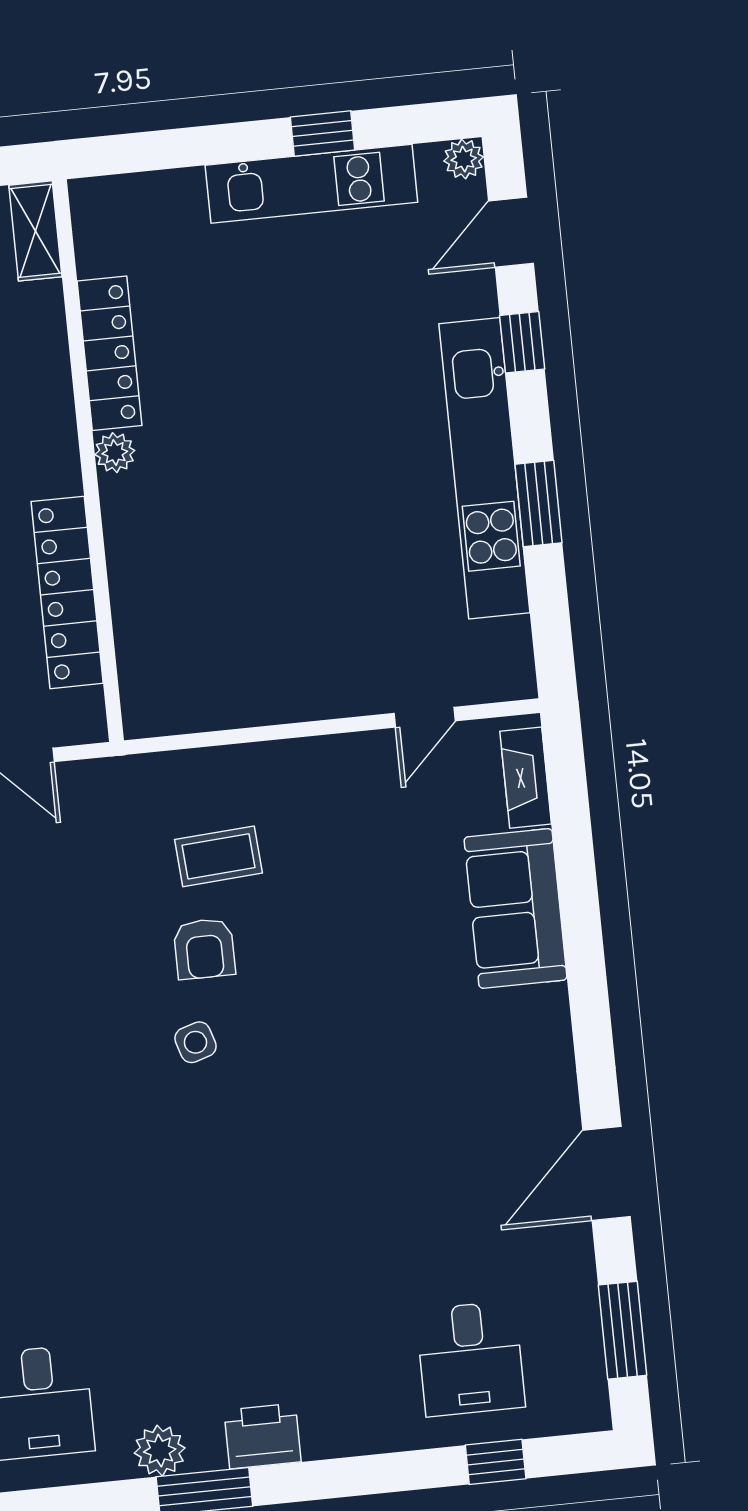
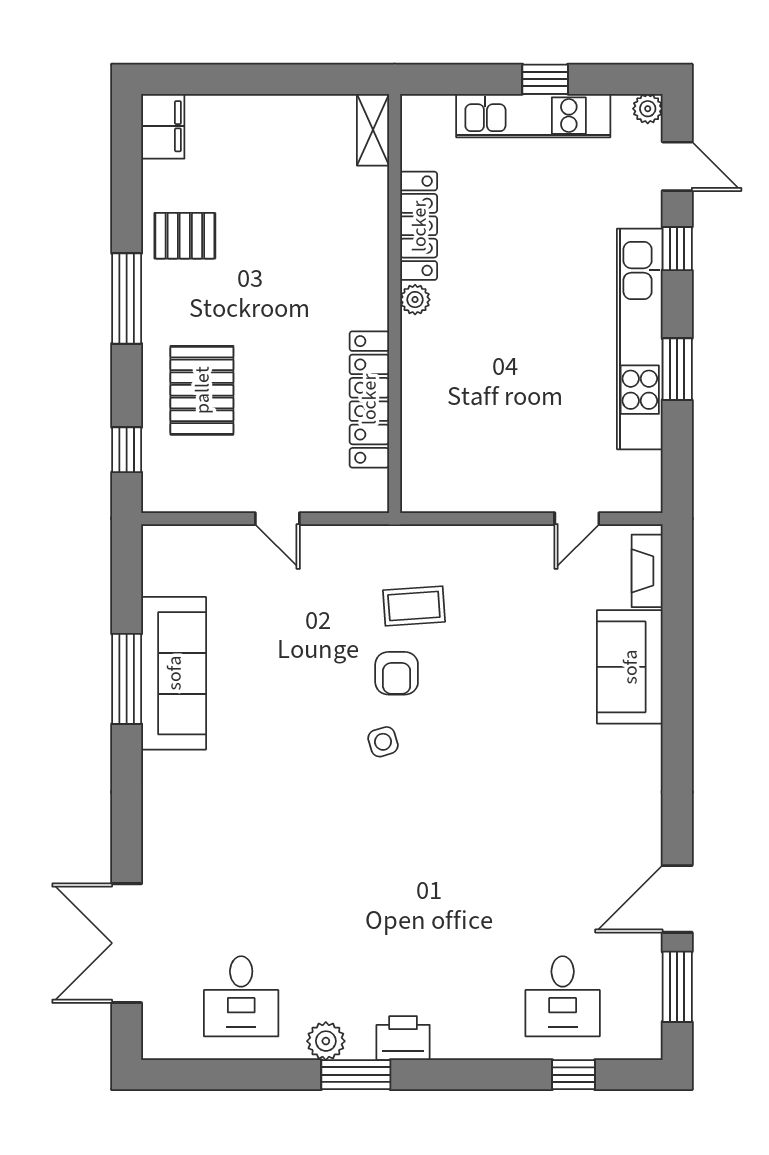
shelving: (35, 231) -> (373, 130), moved
door: (511, 232) -> (677, 166), swing flipped
locker: (109, 353) -> (419, 226), moved
plant: (115, 453) -> (415, 300), moved
wall: (88, 461) -> (395, 303), moved
locker: (67, 592) -> (369, 399), moved
door: (607, 1173) -> (677, 899), moved

